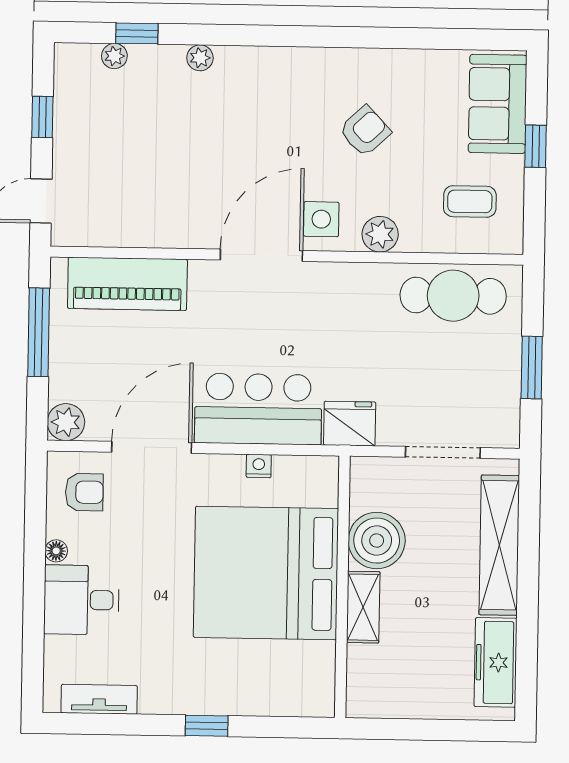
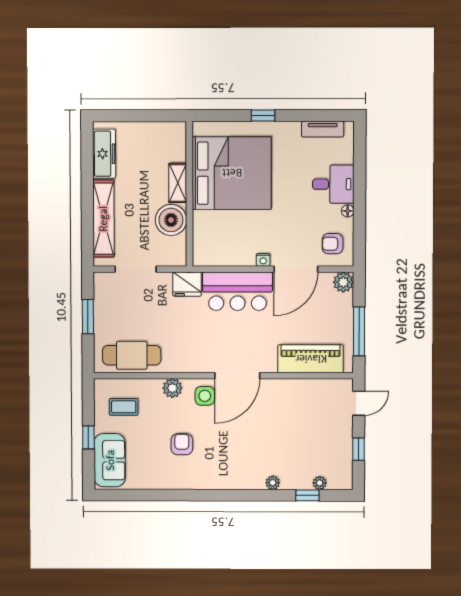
armchair: (365, 131) -> (182, 444), turned 133
nightstand: (259, 466) -> (263, 260), moved
bed: (266, 573) -> (232, 173), moved

